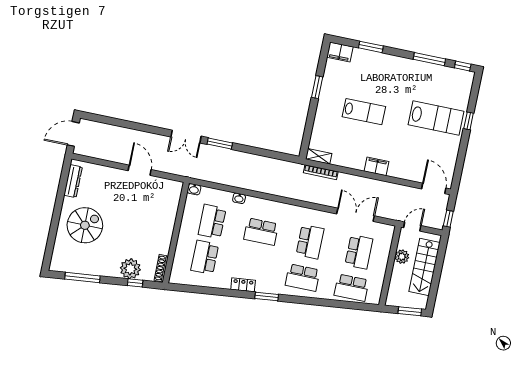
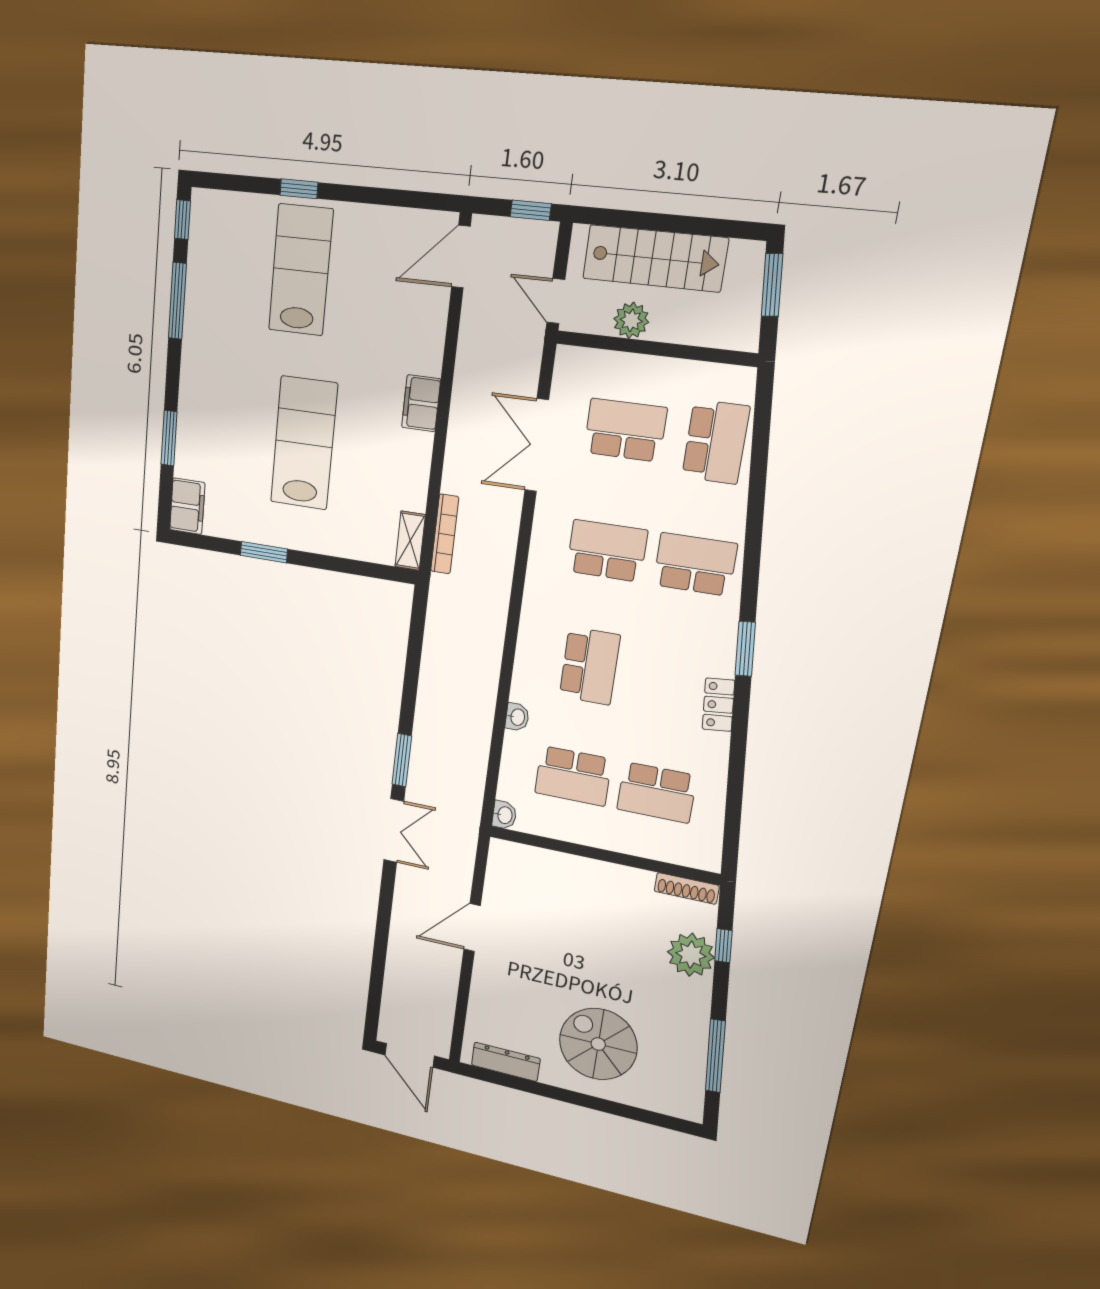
lab bench: (364, 112) -> (304, 443), width x1.36, depth x1.39
school desk: (303, 278) -> (695, 564), turned -90

